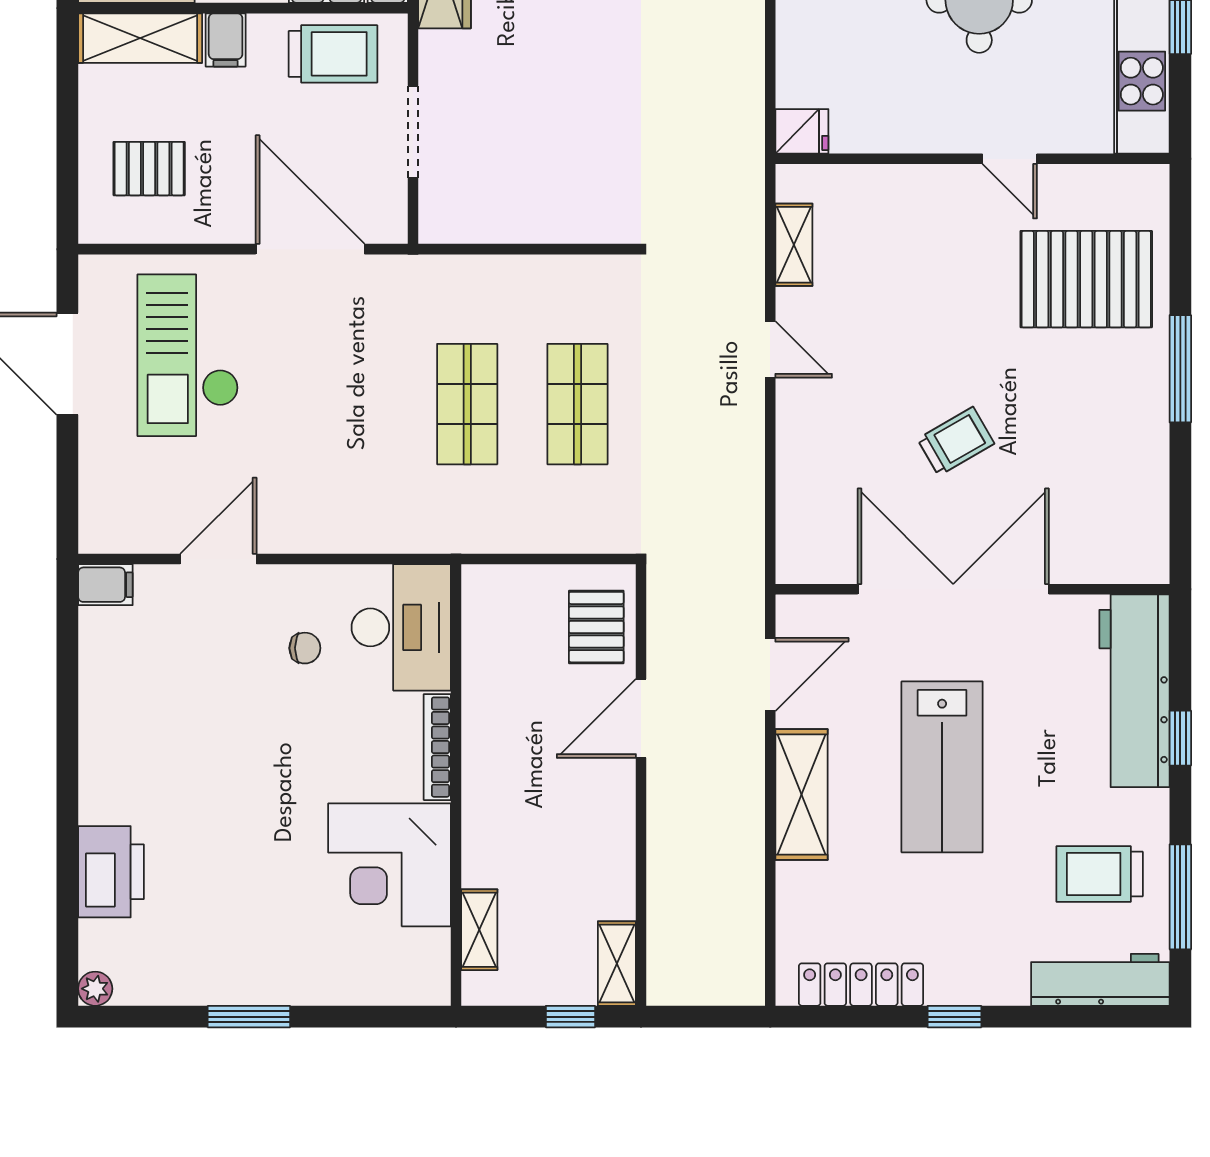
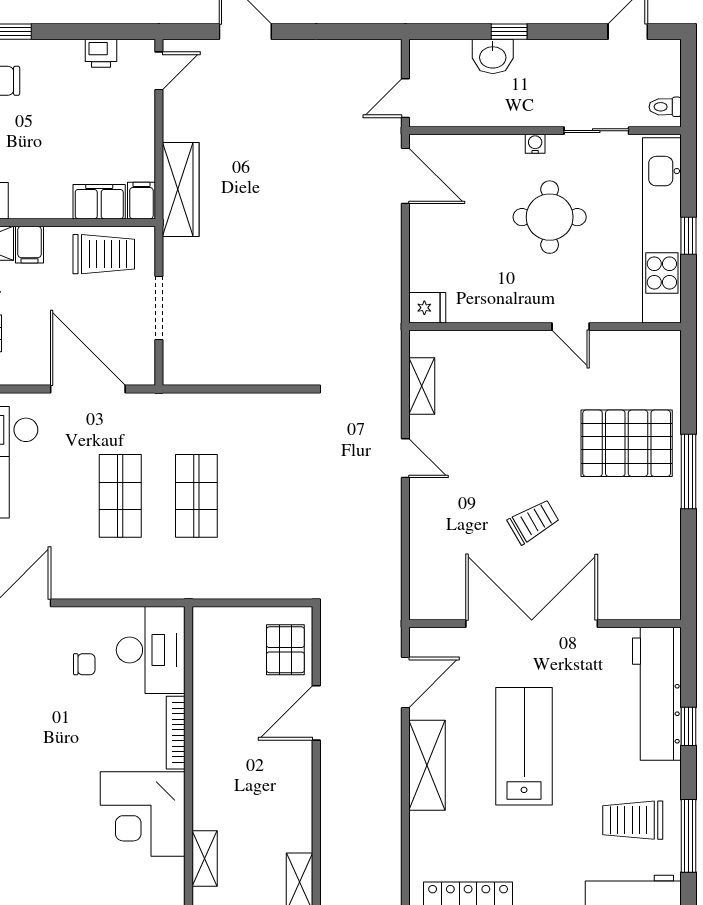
pallet: (1086, 279) -> (627, 443), moved
shop shelf: (577, 404) -> (120, 496), moved
lab bench: (942, 767) -> (524, 746), turned 180

